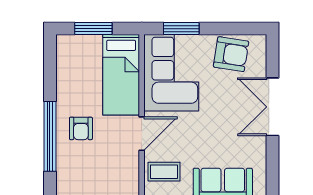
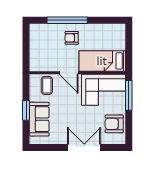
window: (93, 29) -> (129, 45), removed
window: (181, 29) -> (129, 95), width x1.44
armchair: (231, 54) -> (114, 124), turned 81

